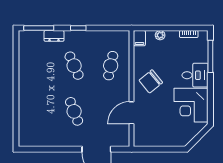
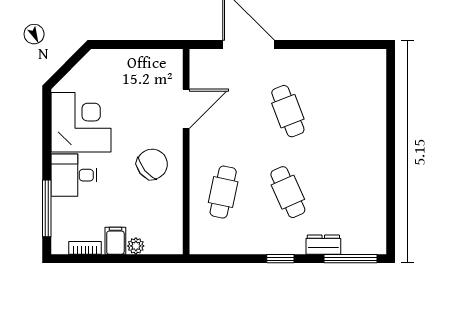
filing cabinet: (139, 38) -> (115, 241), moved

